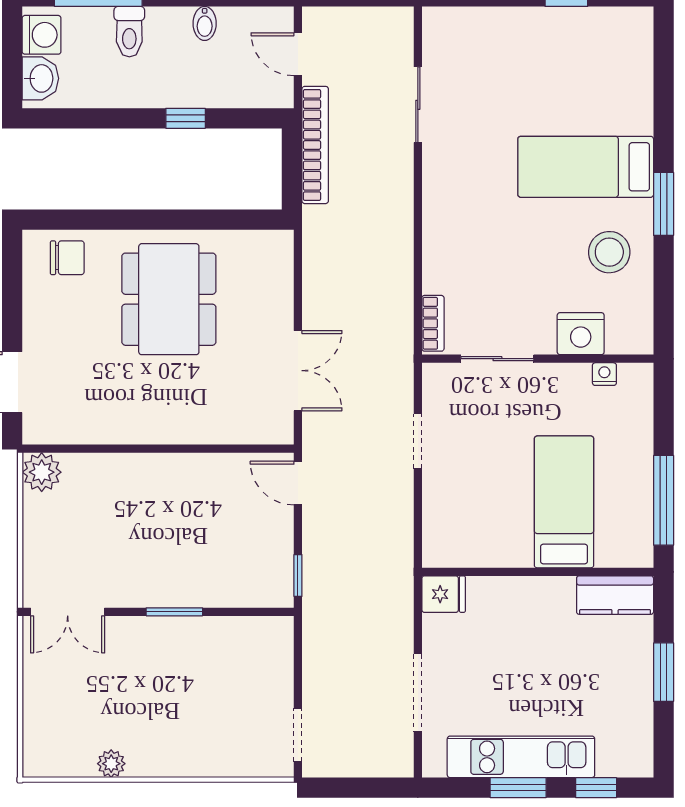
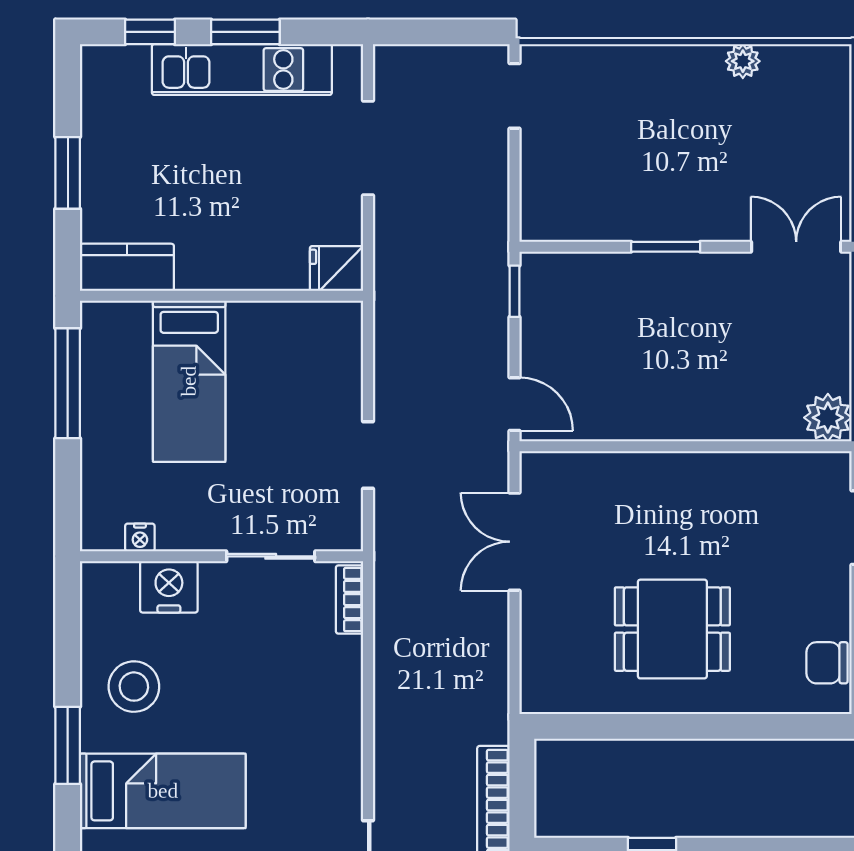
chair: (67, 258) -> (827, 663), moved
dining table: (169, 299) -> (672, 629), width x0.73

